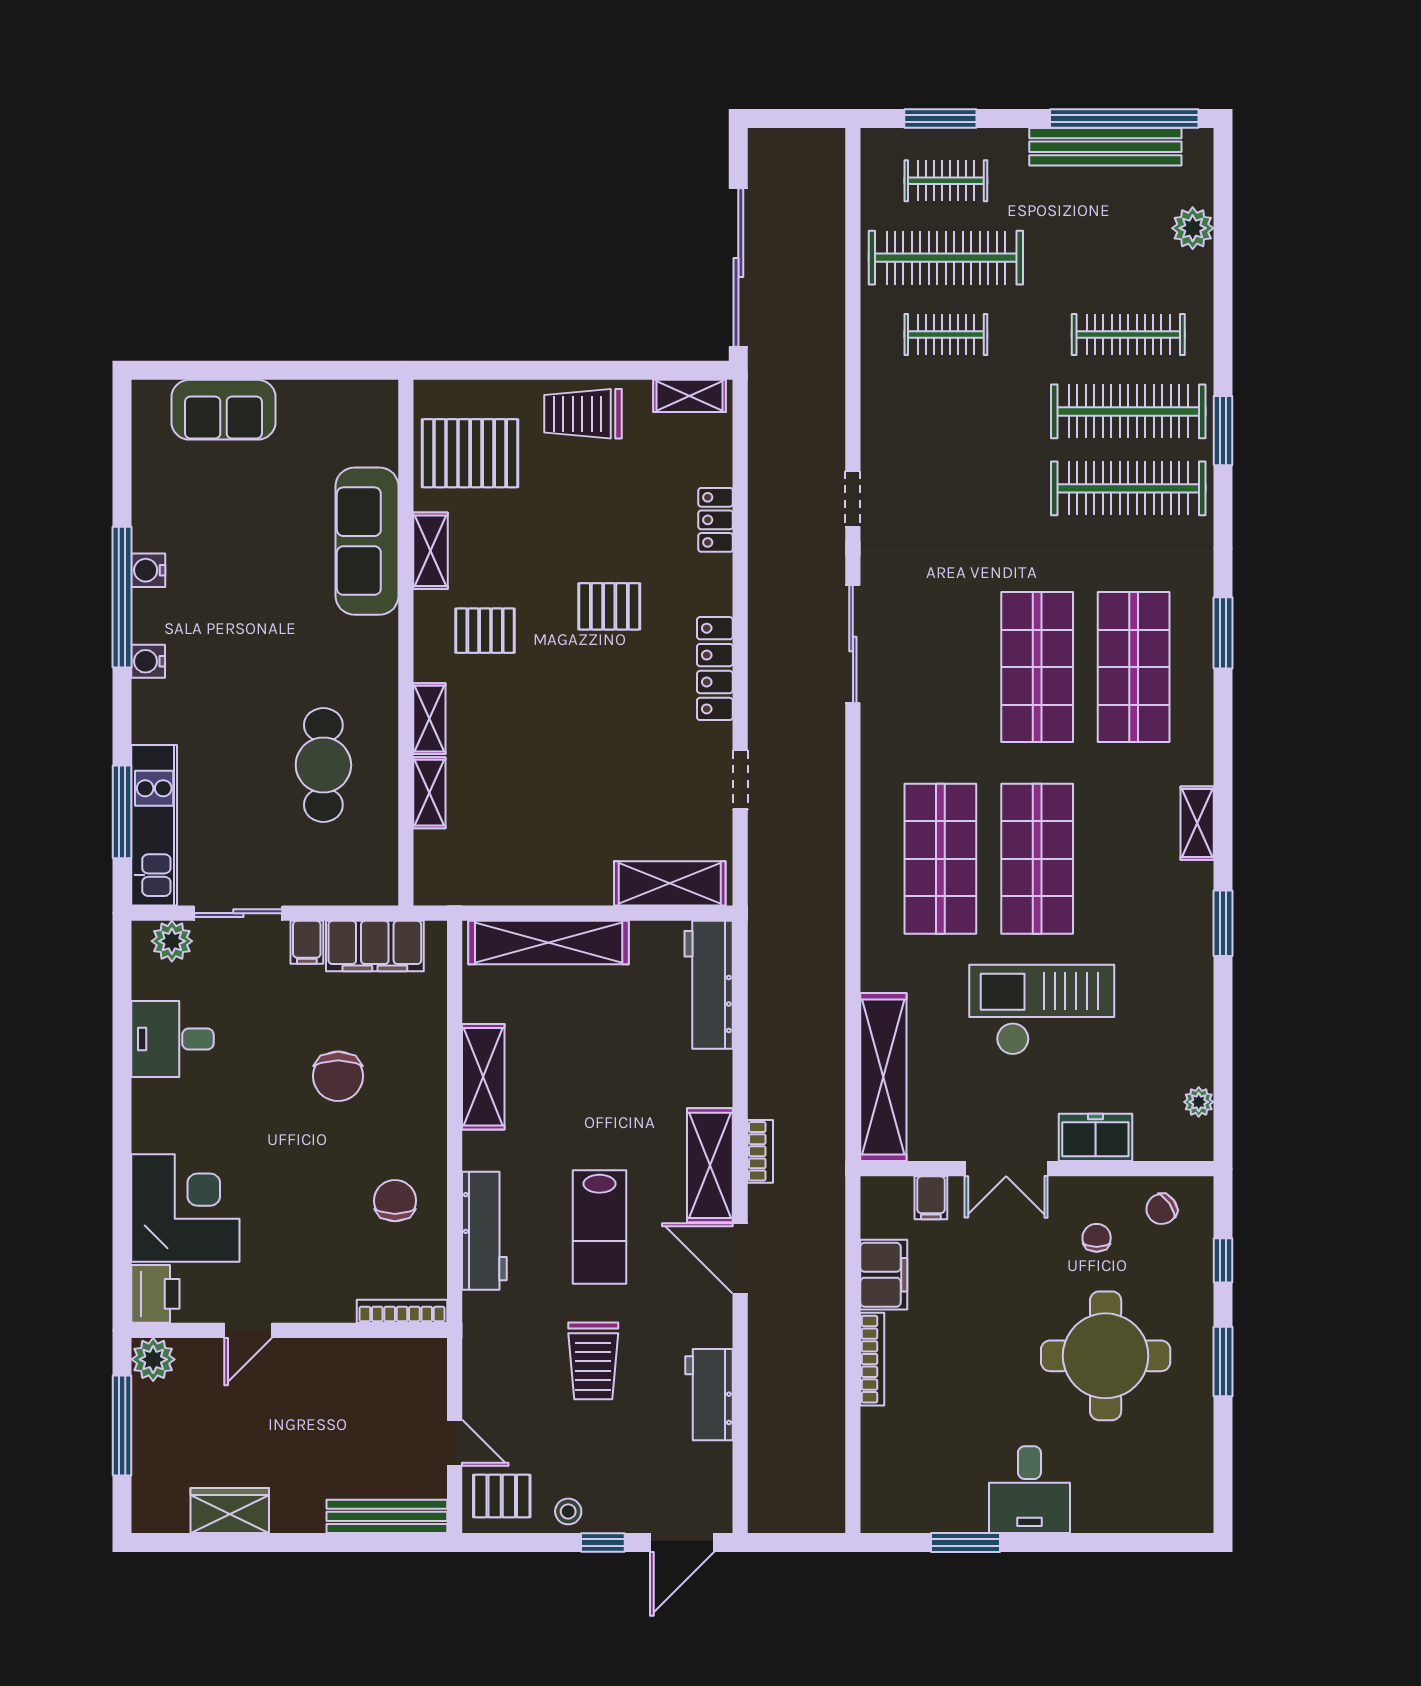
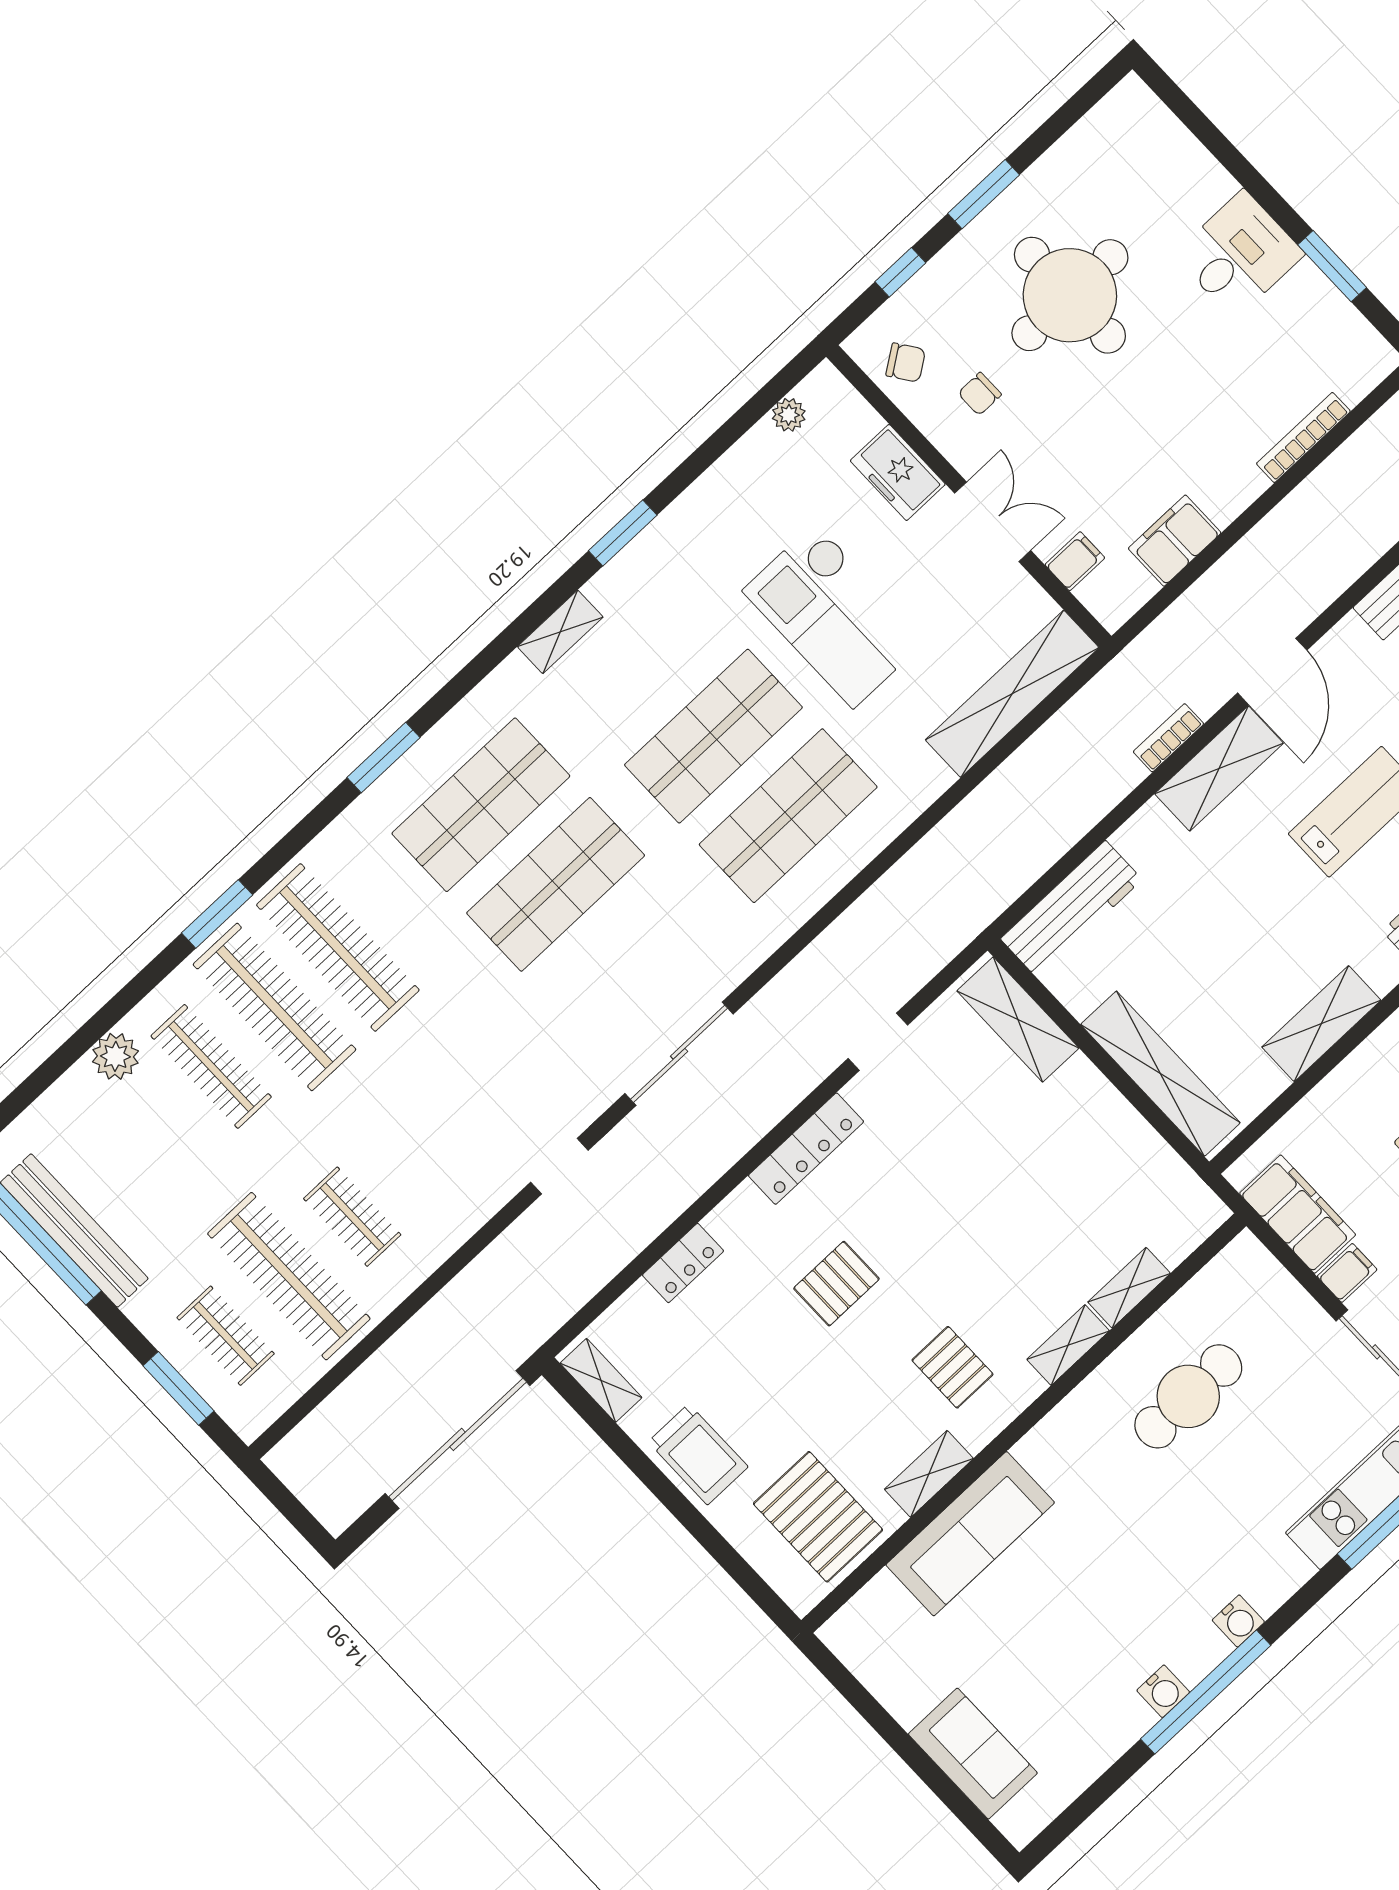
plant: (1193, 228) -> (115, 1056), moved
pallet: (609, 606) -> (836, 1284), turned 90
bookcase: (872, 1359) -> (1303, 437), moved

